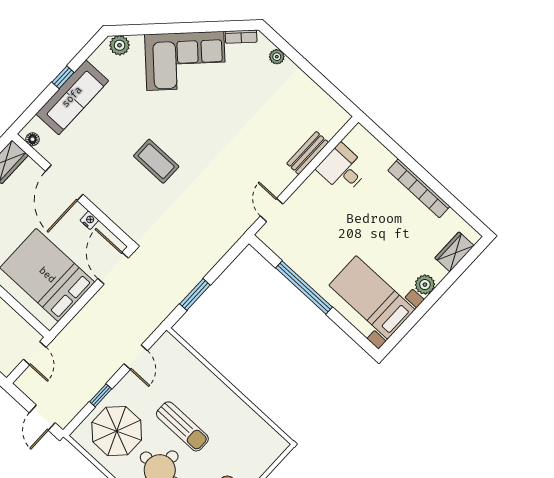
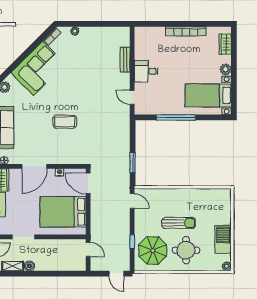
desk: (343, 169) -> (146, 71), moved
door: (64, 183) -> (34, 166), hinge flipped
door: (136, 357) -> (132, 201), moved

